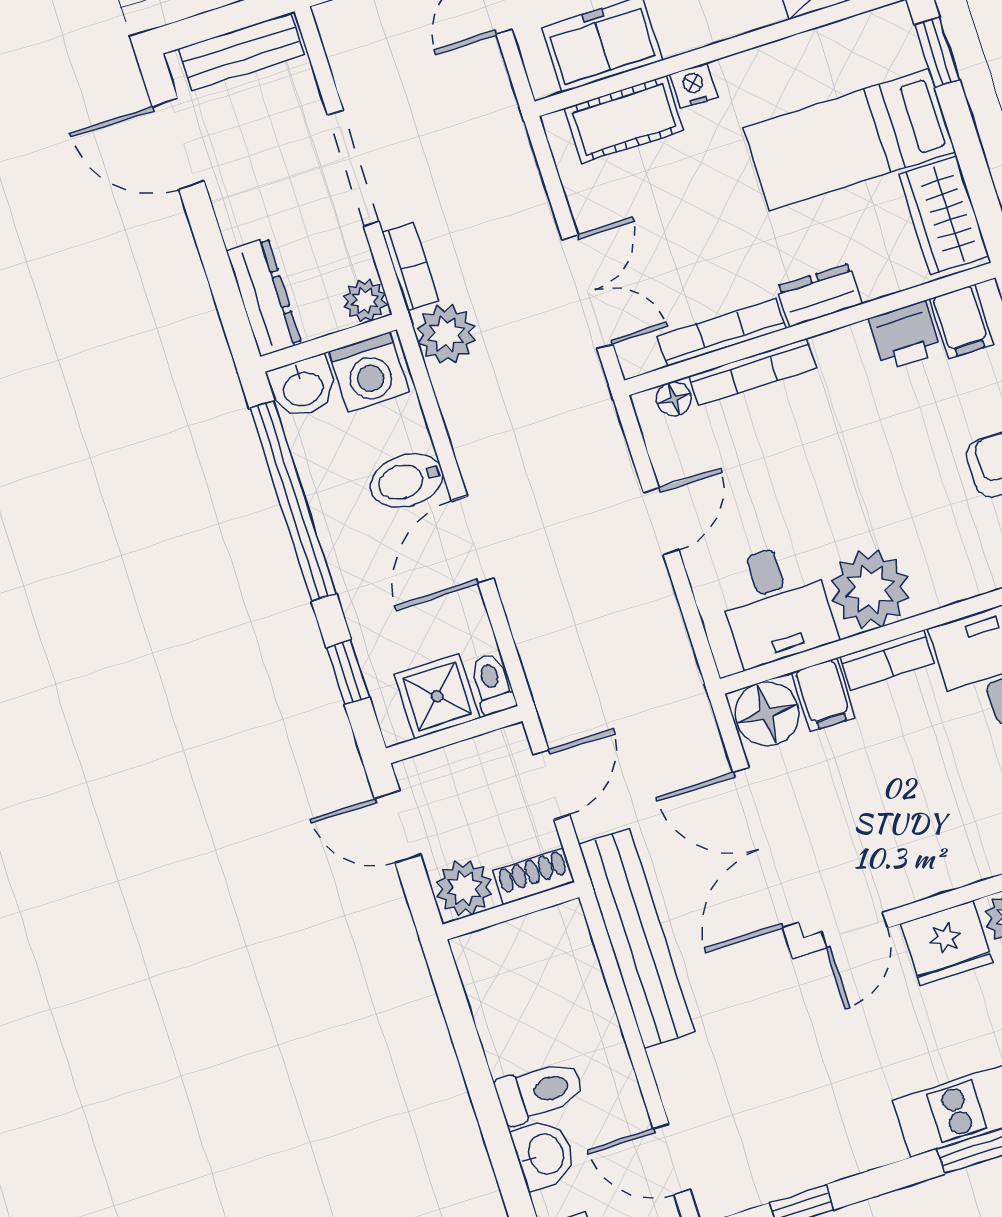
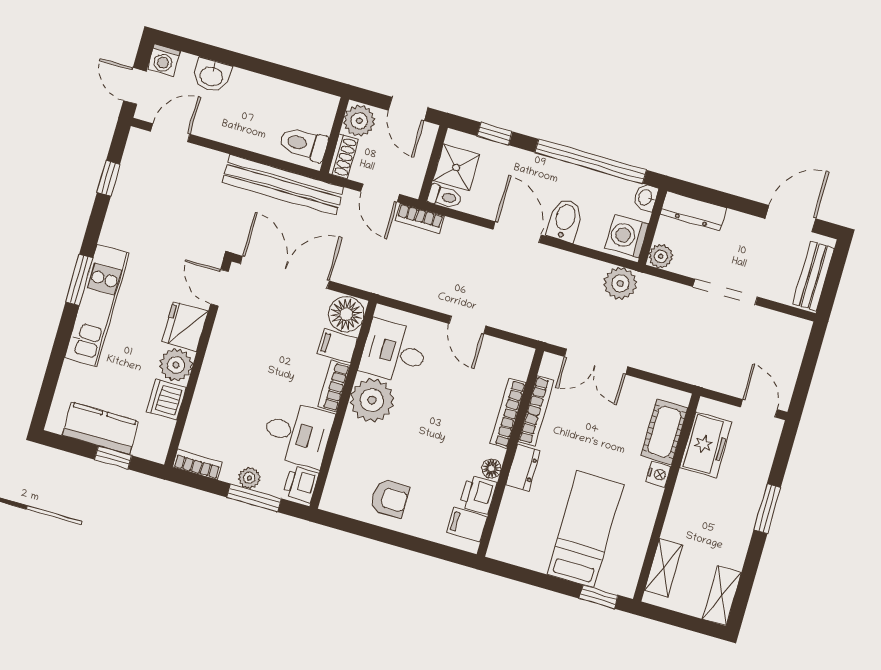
wardrobe: (944, 215) -> (521, 549), removed
bookcase: (410, 266) -> (420, 218), moved
washbasin: (303, 387) -> (646, 198), width x0.72, depth x0.69
floor lamp: (674, 399) -> (491, 468), moved
door: (397, 827) -> (408, 109), swing flipped
toilet: (540, 1092) -> (303, 144), moved, turned 90

